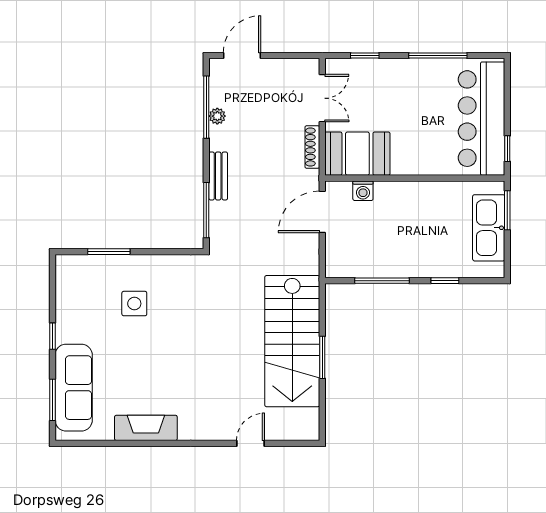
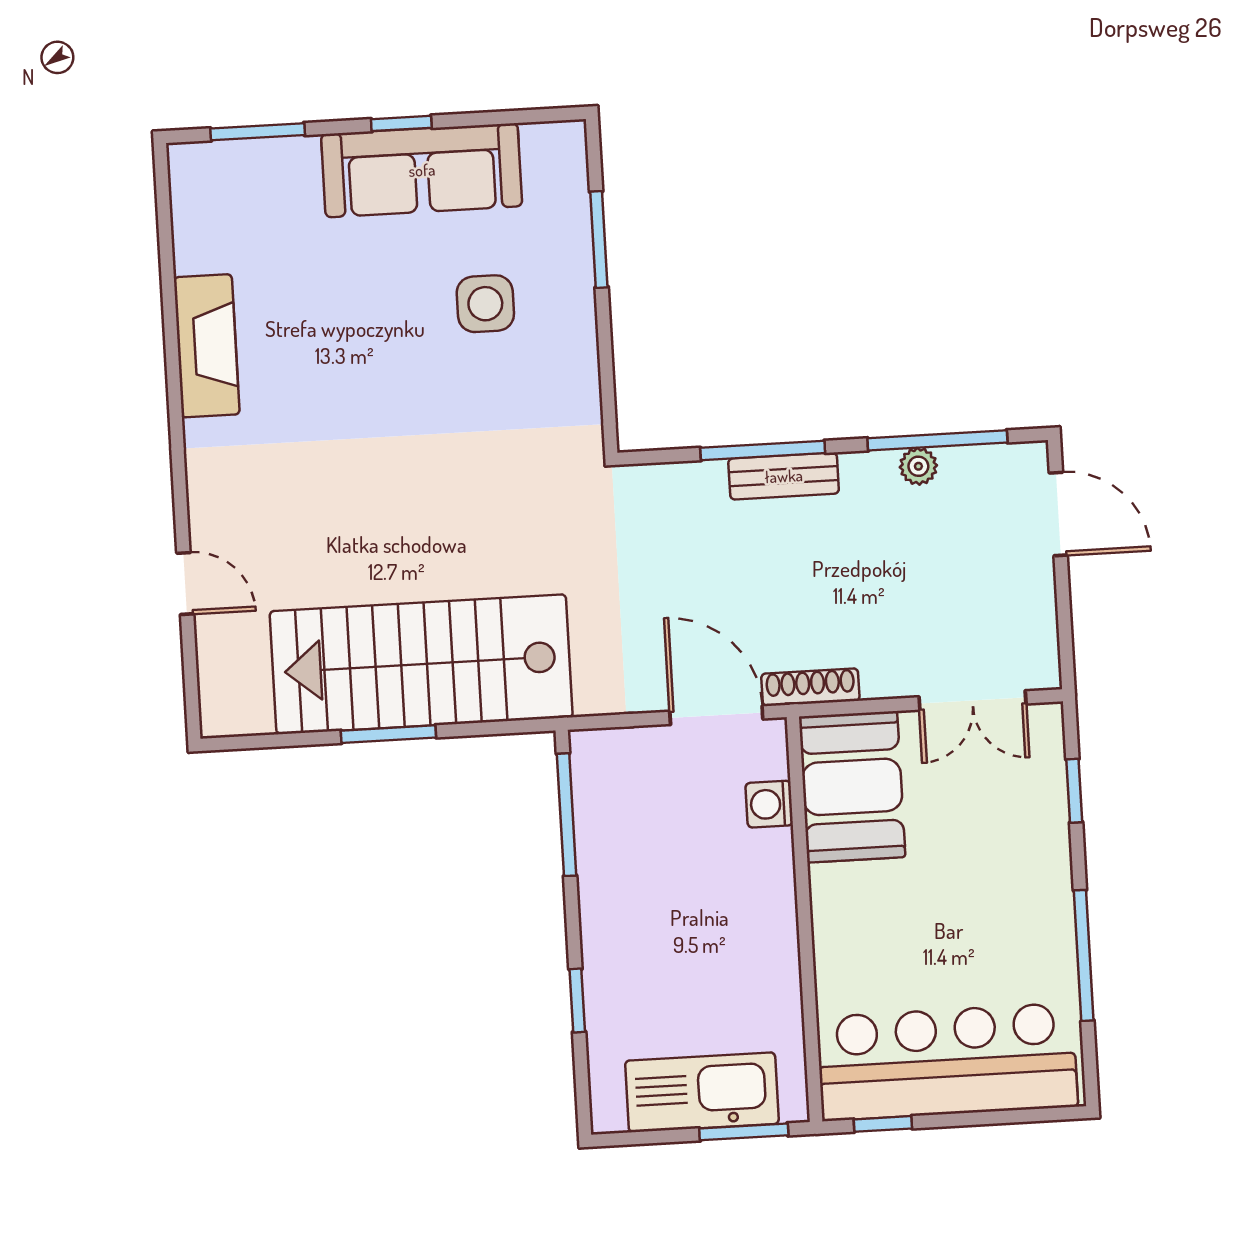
shoe rack: (312, 147) -> (810, 687), moved
window: (206, 210) -> (763, 450), moved
window: (382, 281) -> (567, 815), moved
sofa: (74, 388) -> (422, 170), moved

